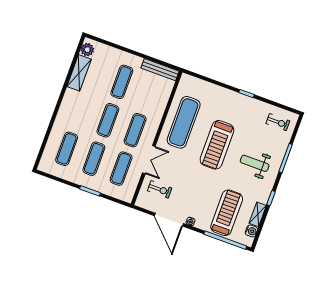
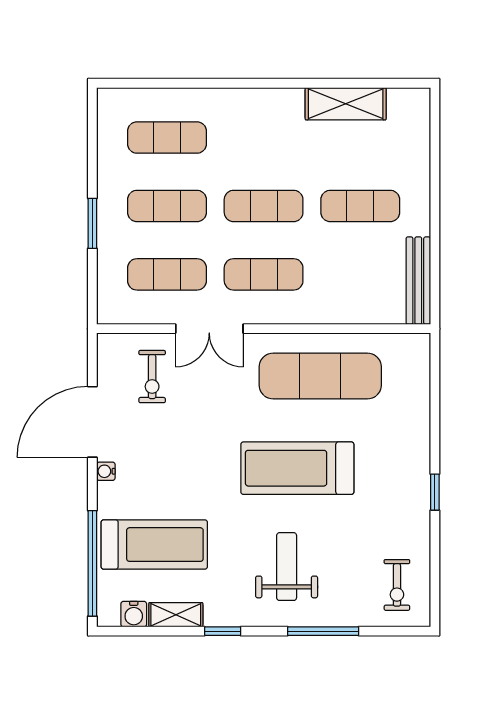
plant: (87, 50) -> (404, 103), removed

